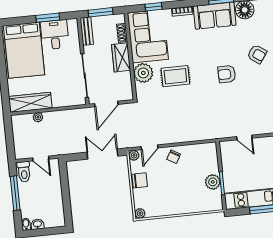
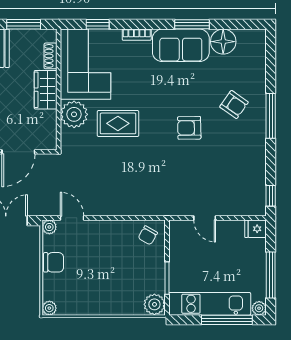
door: (150, 147) -> (72, 218), swing flipped
chair: (174, 157) -> (148, 235), moved
plant: (213, 182) -> (154, 304), moved

